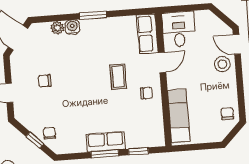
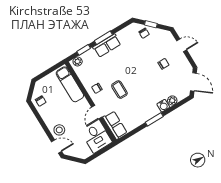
plant: (154, 140) -> (78, 61), added

